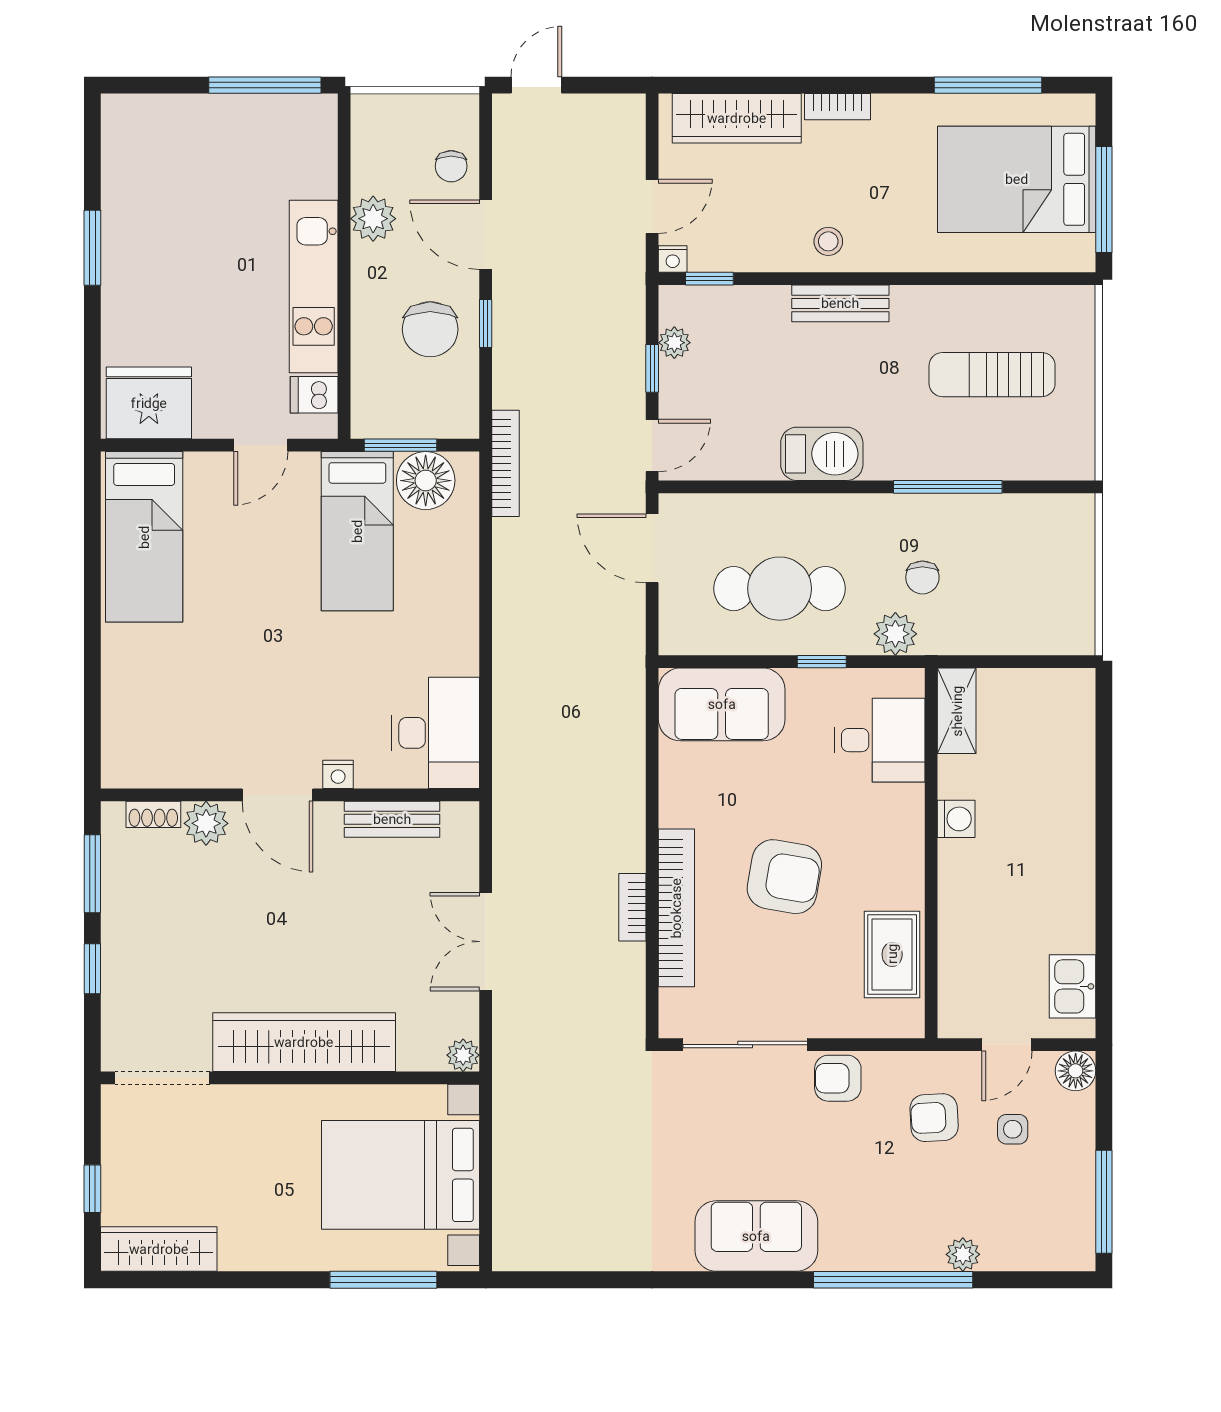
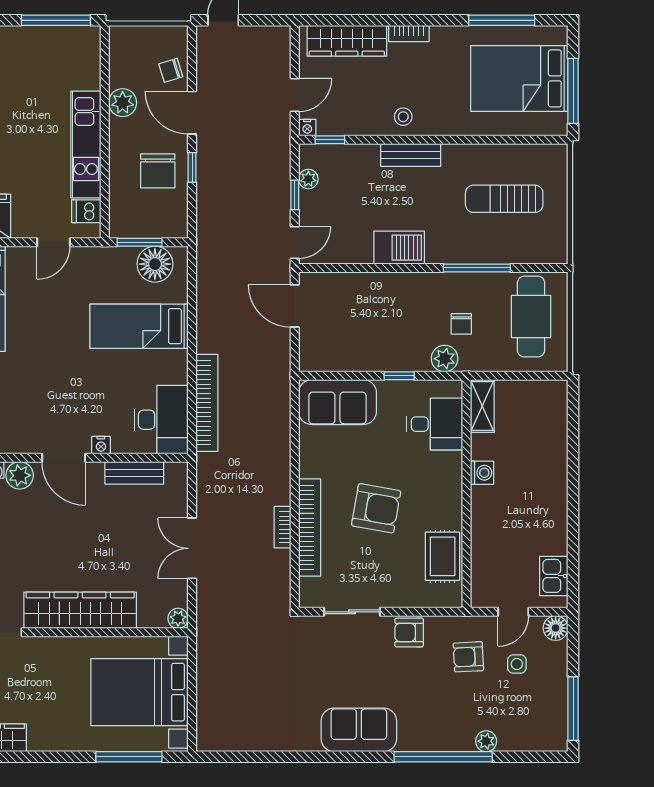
chair: (451, 166) -> (171, 70), turned 73
bookcase: (506, 463) -> (207, 403), moved, width x1.48, depth x1.31
bed: (357, 531) -> (139, 326), moved, turned 90
cafe table: (780, 589) -> (531, 317), moved, turned 90
sliding door: (745, 1045) -> (352, 612), width x0.73

